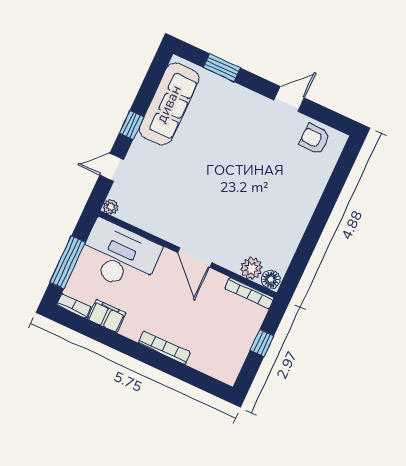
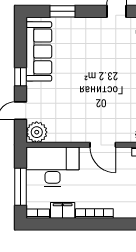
plant: (111, 207) -> (37, 132), width x1.88, depth x1.88
bookcase: (164, 348) -> (94, 213), moved

